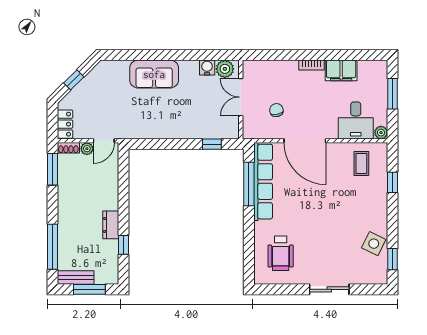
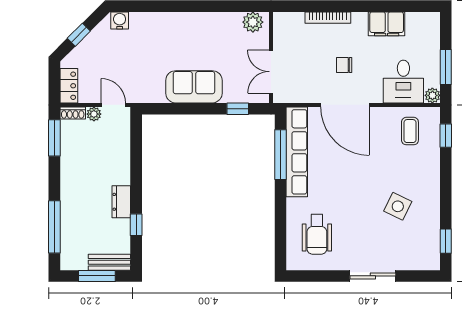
bookcase: (311, 65) -> (328, 18), moved, width x1.56
water cooler: (207, 68) -> (120, 21), moved
sofa: (154, 74) -> (194, 87), moved, turned 180
window: (393, 94) -> (446, 67), moved
double door: (241, 97) -> (271, 72), moved
chair: (276, 110) -> (344, 65), moved, turned -79
door: (104, 141) -> (113, 105), swing flipped
window: (393, 182) -> (446, 136), moved
side table: (374, 244) -> (398, 206), moved
bench: (76, 277) -> (109, 262), moved

